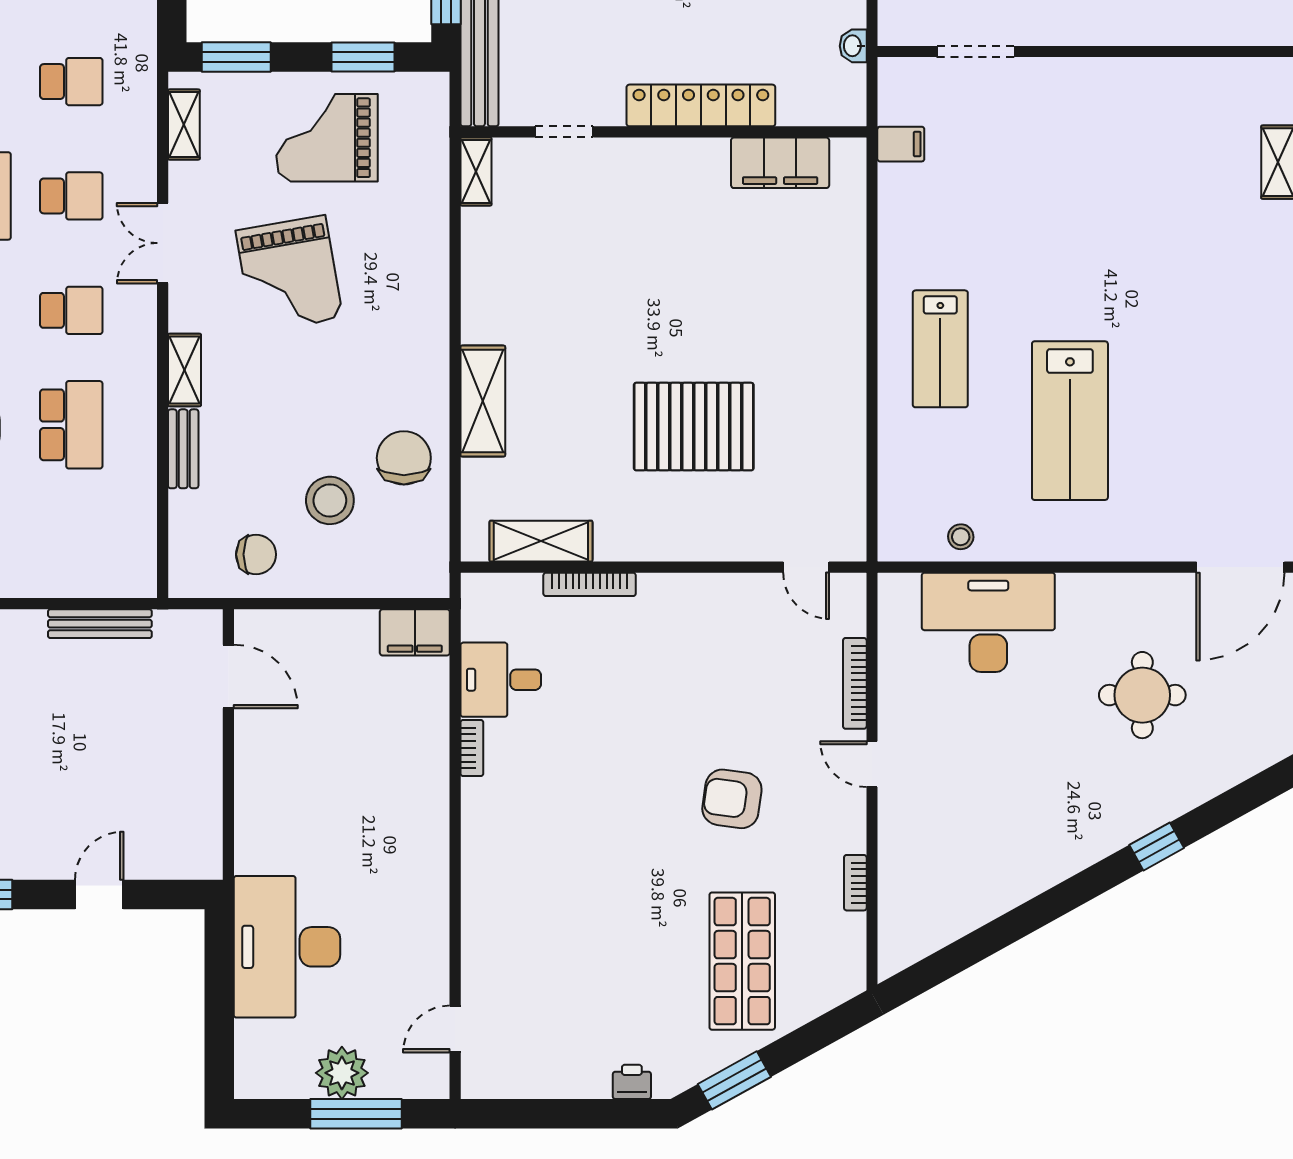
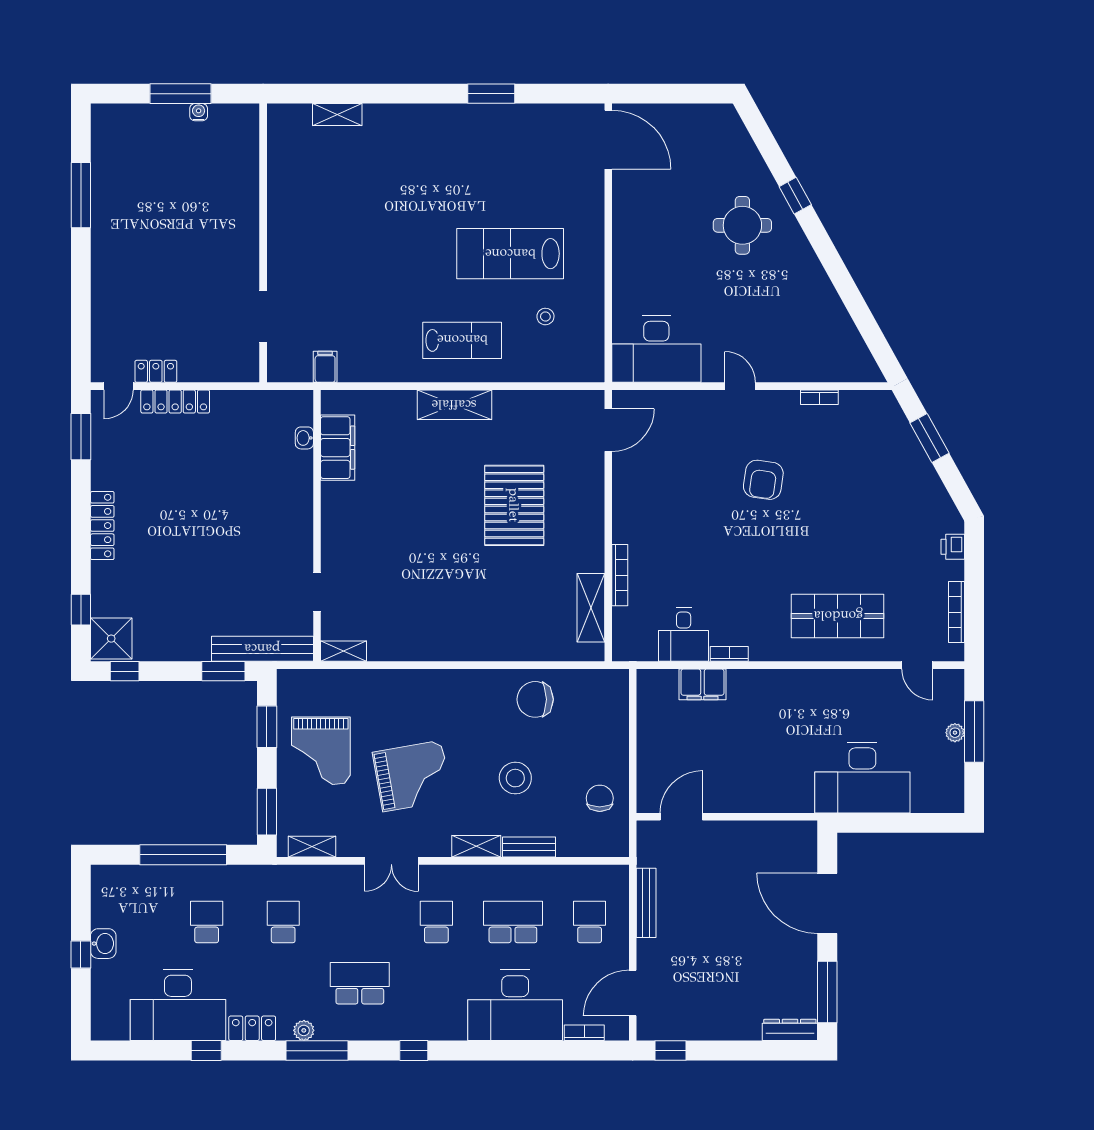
washbasin: (853, 46) -> (304, 438), moved, turned 90
locker: (701, 105) -> (299, 501), removed
school desk: (71, 196) -> (590, 922), moved
shelving: (483, 401) -> (454, 405), moved
lab bench: (1070, 421) -> (510, 254), turned 180
stool: (330, 500) -> (515, 778), moved
stool: (961, 537) -> (545, 317), moved
door: (806, 567) -> (608, 430), width x1.38
desk: (988, 622) -> (656, 349), moved, turned -90
filing cabinet: (415, 632) -> (702, 684), moved, turned 90
bookcase: (855, 683) -> (956, 612), moved, turned 90
round table: (1142, 695) -> (742, 225), moved
door: (872, 764) -> (740, 386), swing flipped
door: (99, 894) -> (827, 903), width x1.88
shop shelf: (742, 961) -> (838, 616), moved
plant: (342, 1073) -> (955, 733), width x0.53, depth x0.53
window: (734, 1080) -> (930, 438), moved

